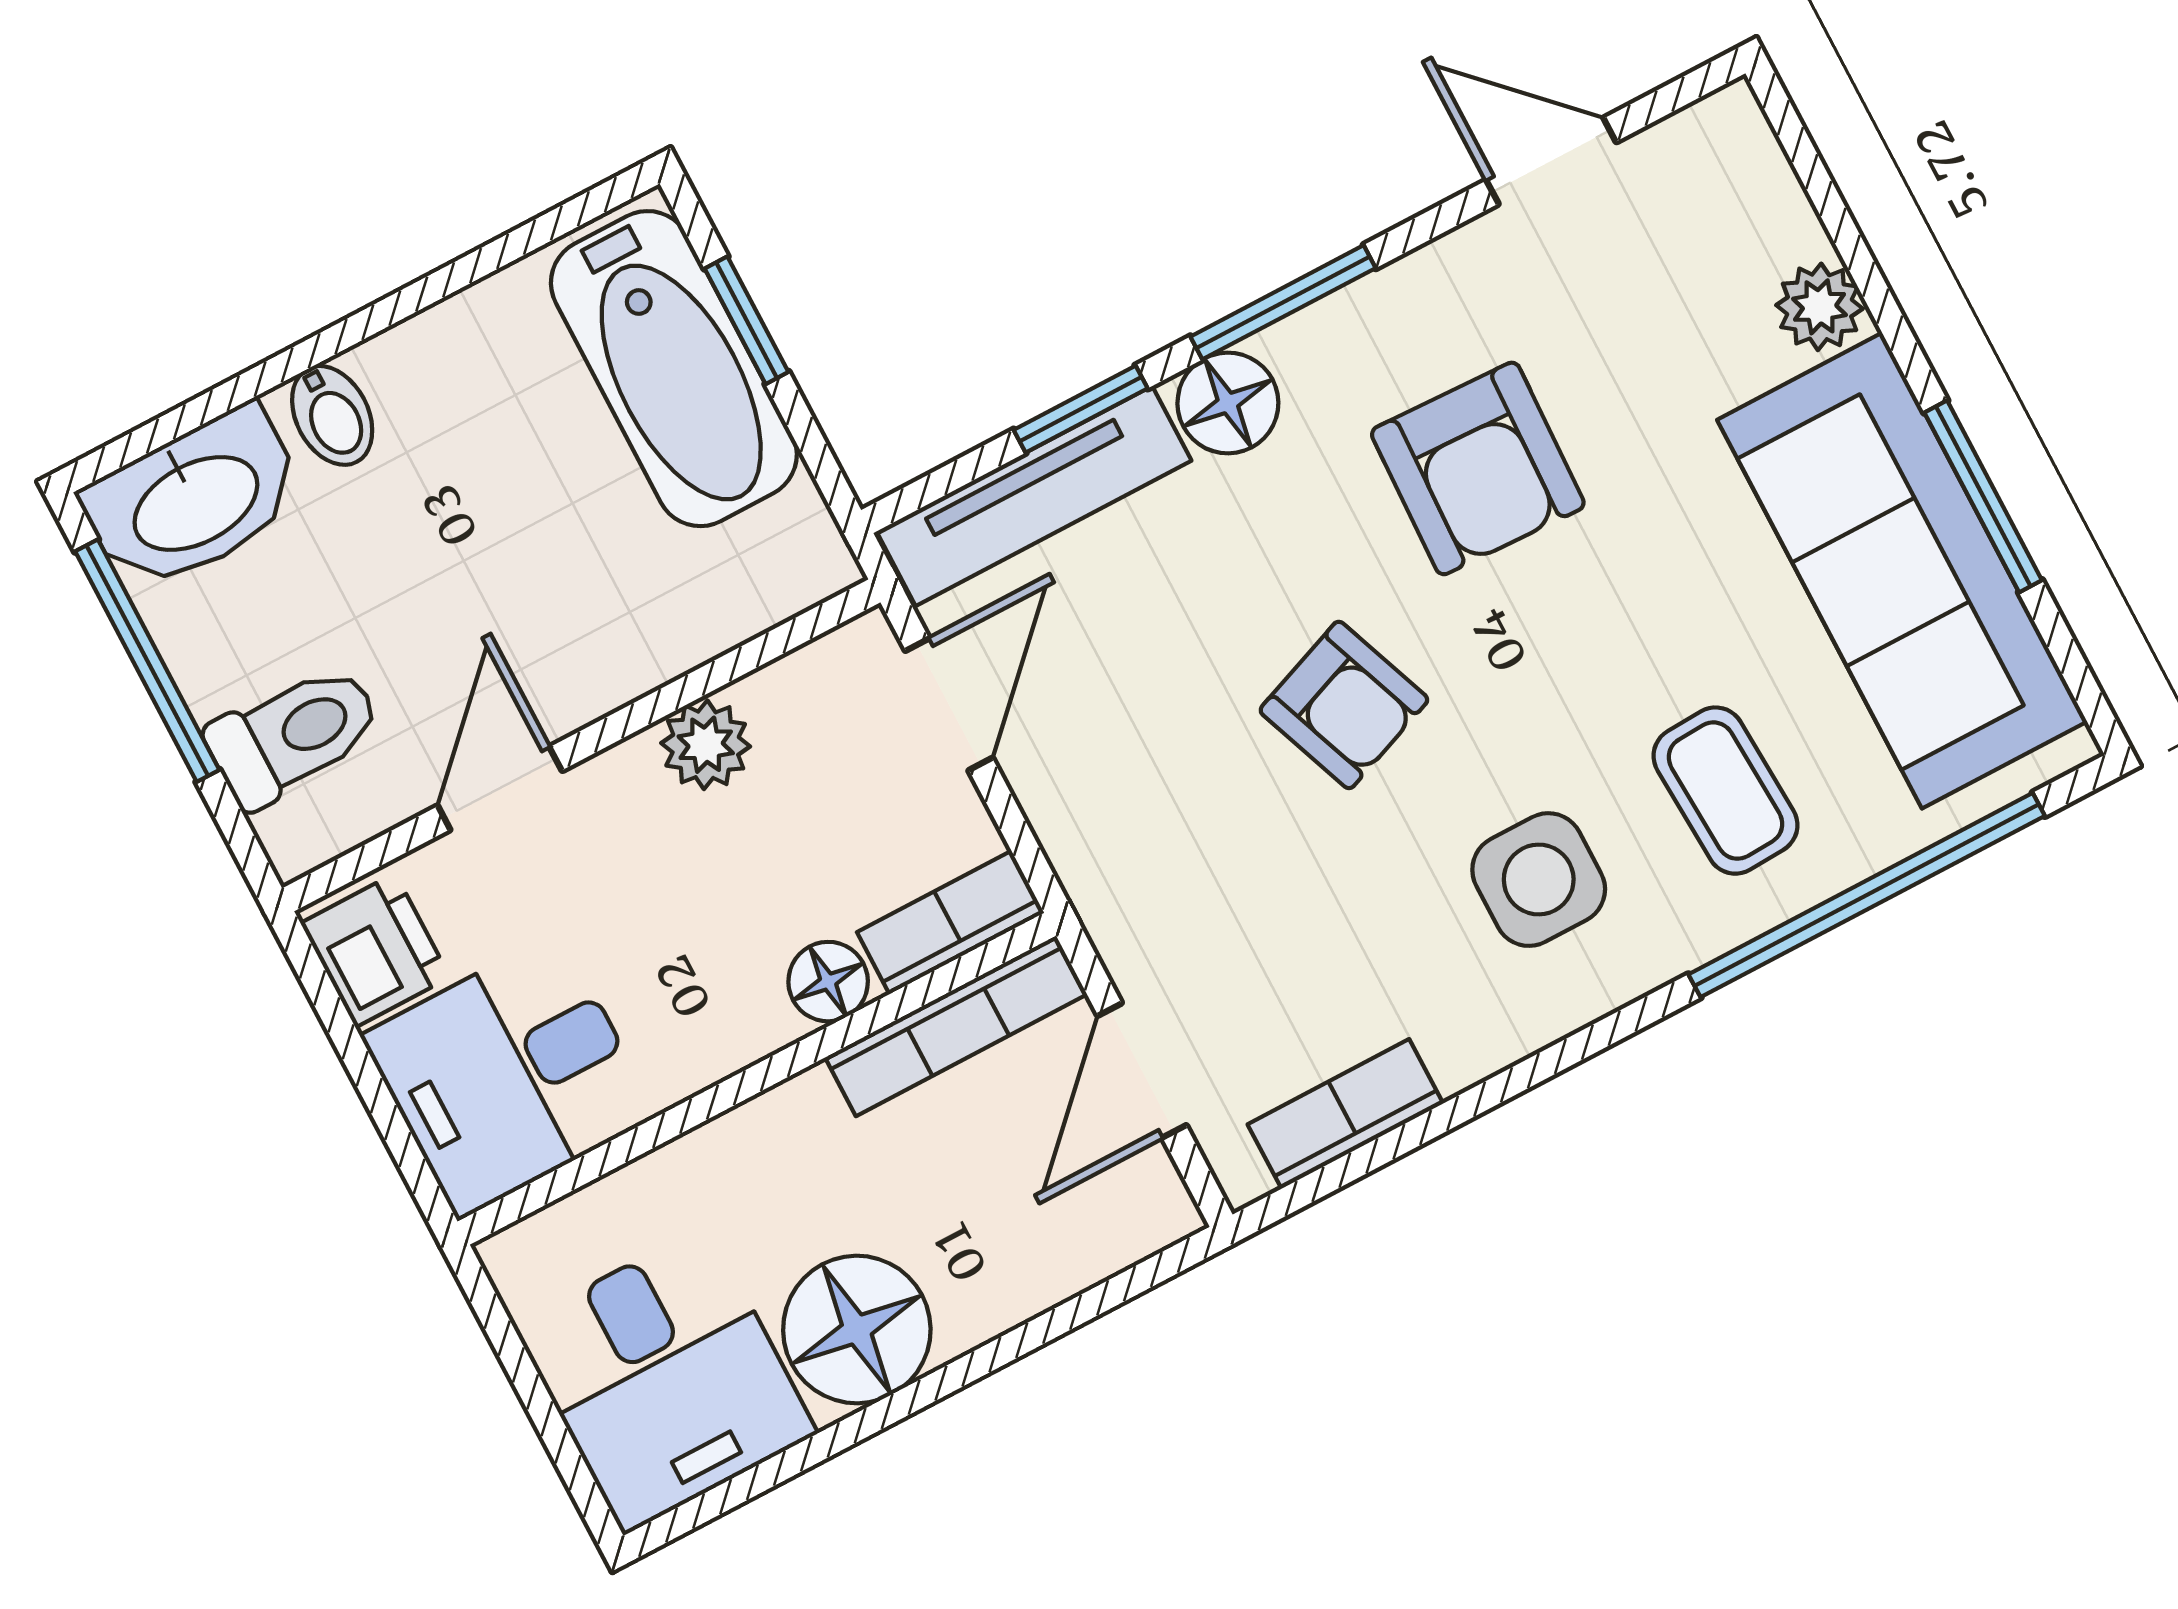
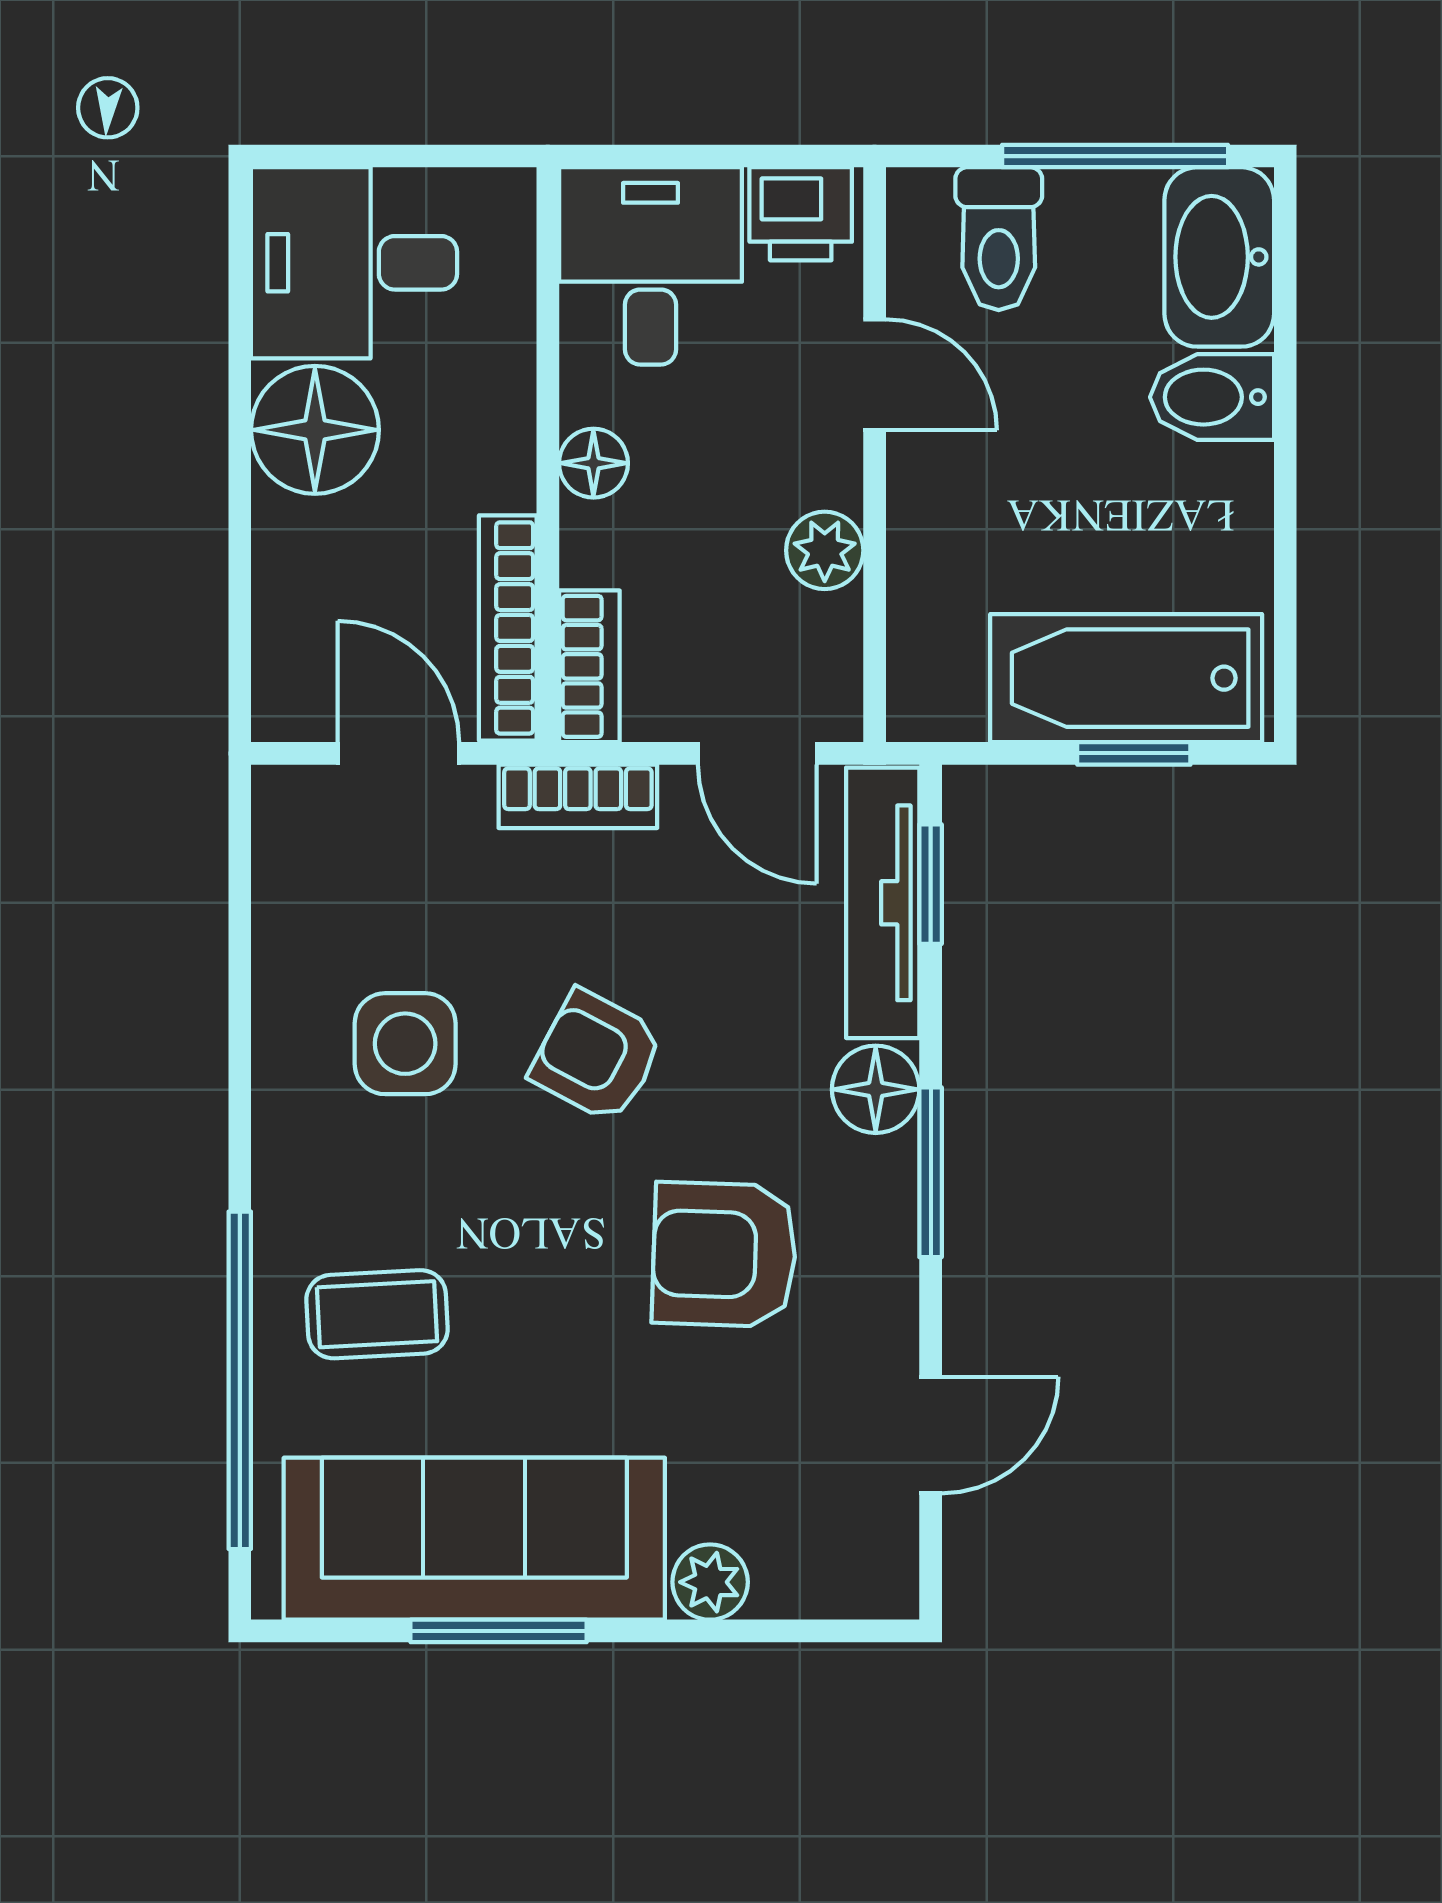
window: (1081, 409) -> (931, 884), moved
bidet: (332, 415) -> (1212, 397), width x1.38, depth x1.36
armchair: (1344, 705) -> (597, 1056), turned 49
side table: (1539, 880) -> (405, 1044), moved
floor lamp: (828, 982) -> (593, 463), moved
bookcase: (1345, 1114) -> (578, 796), moved, turned 90

